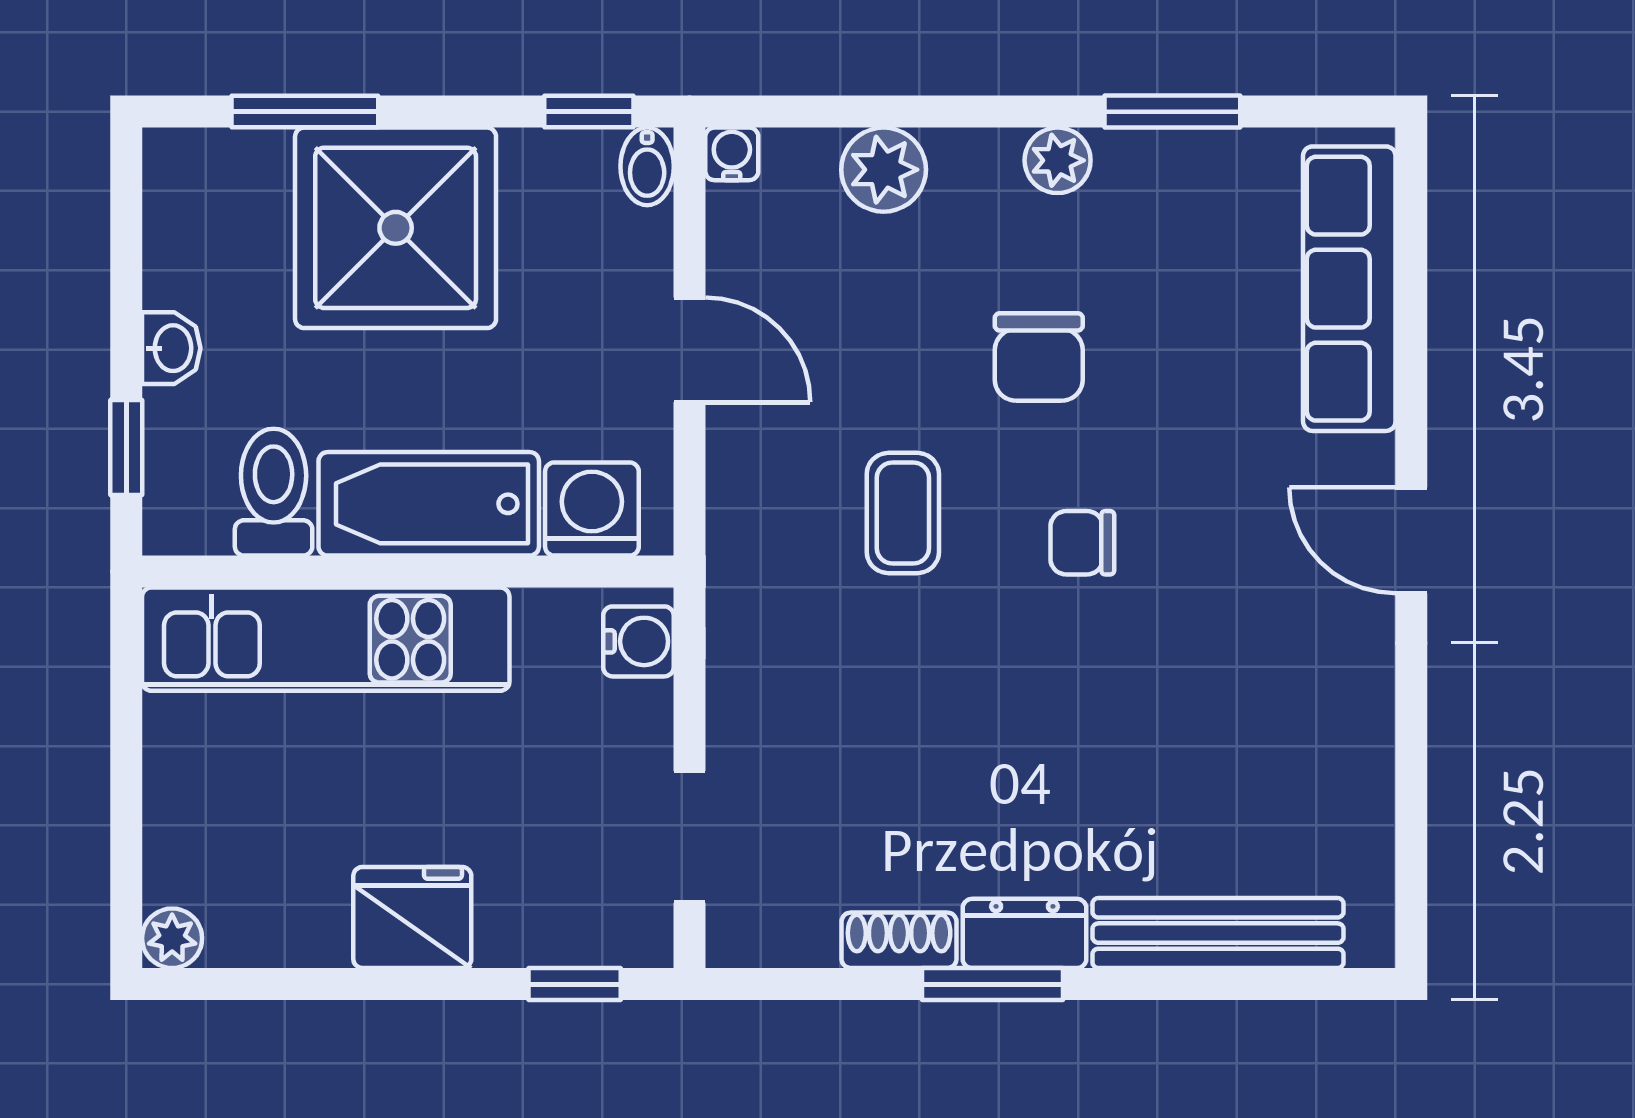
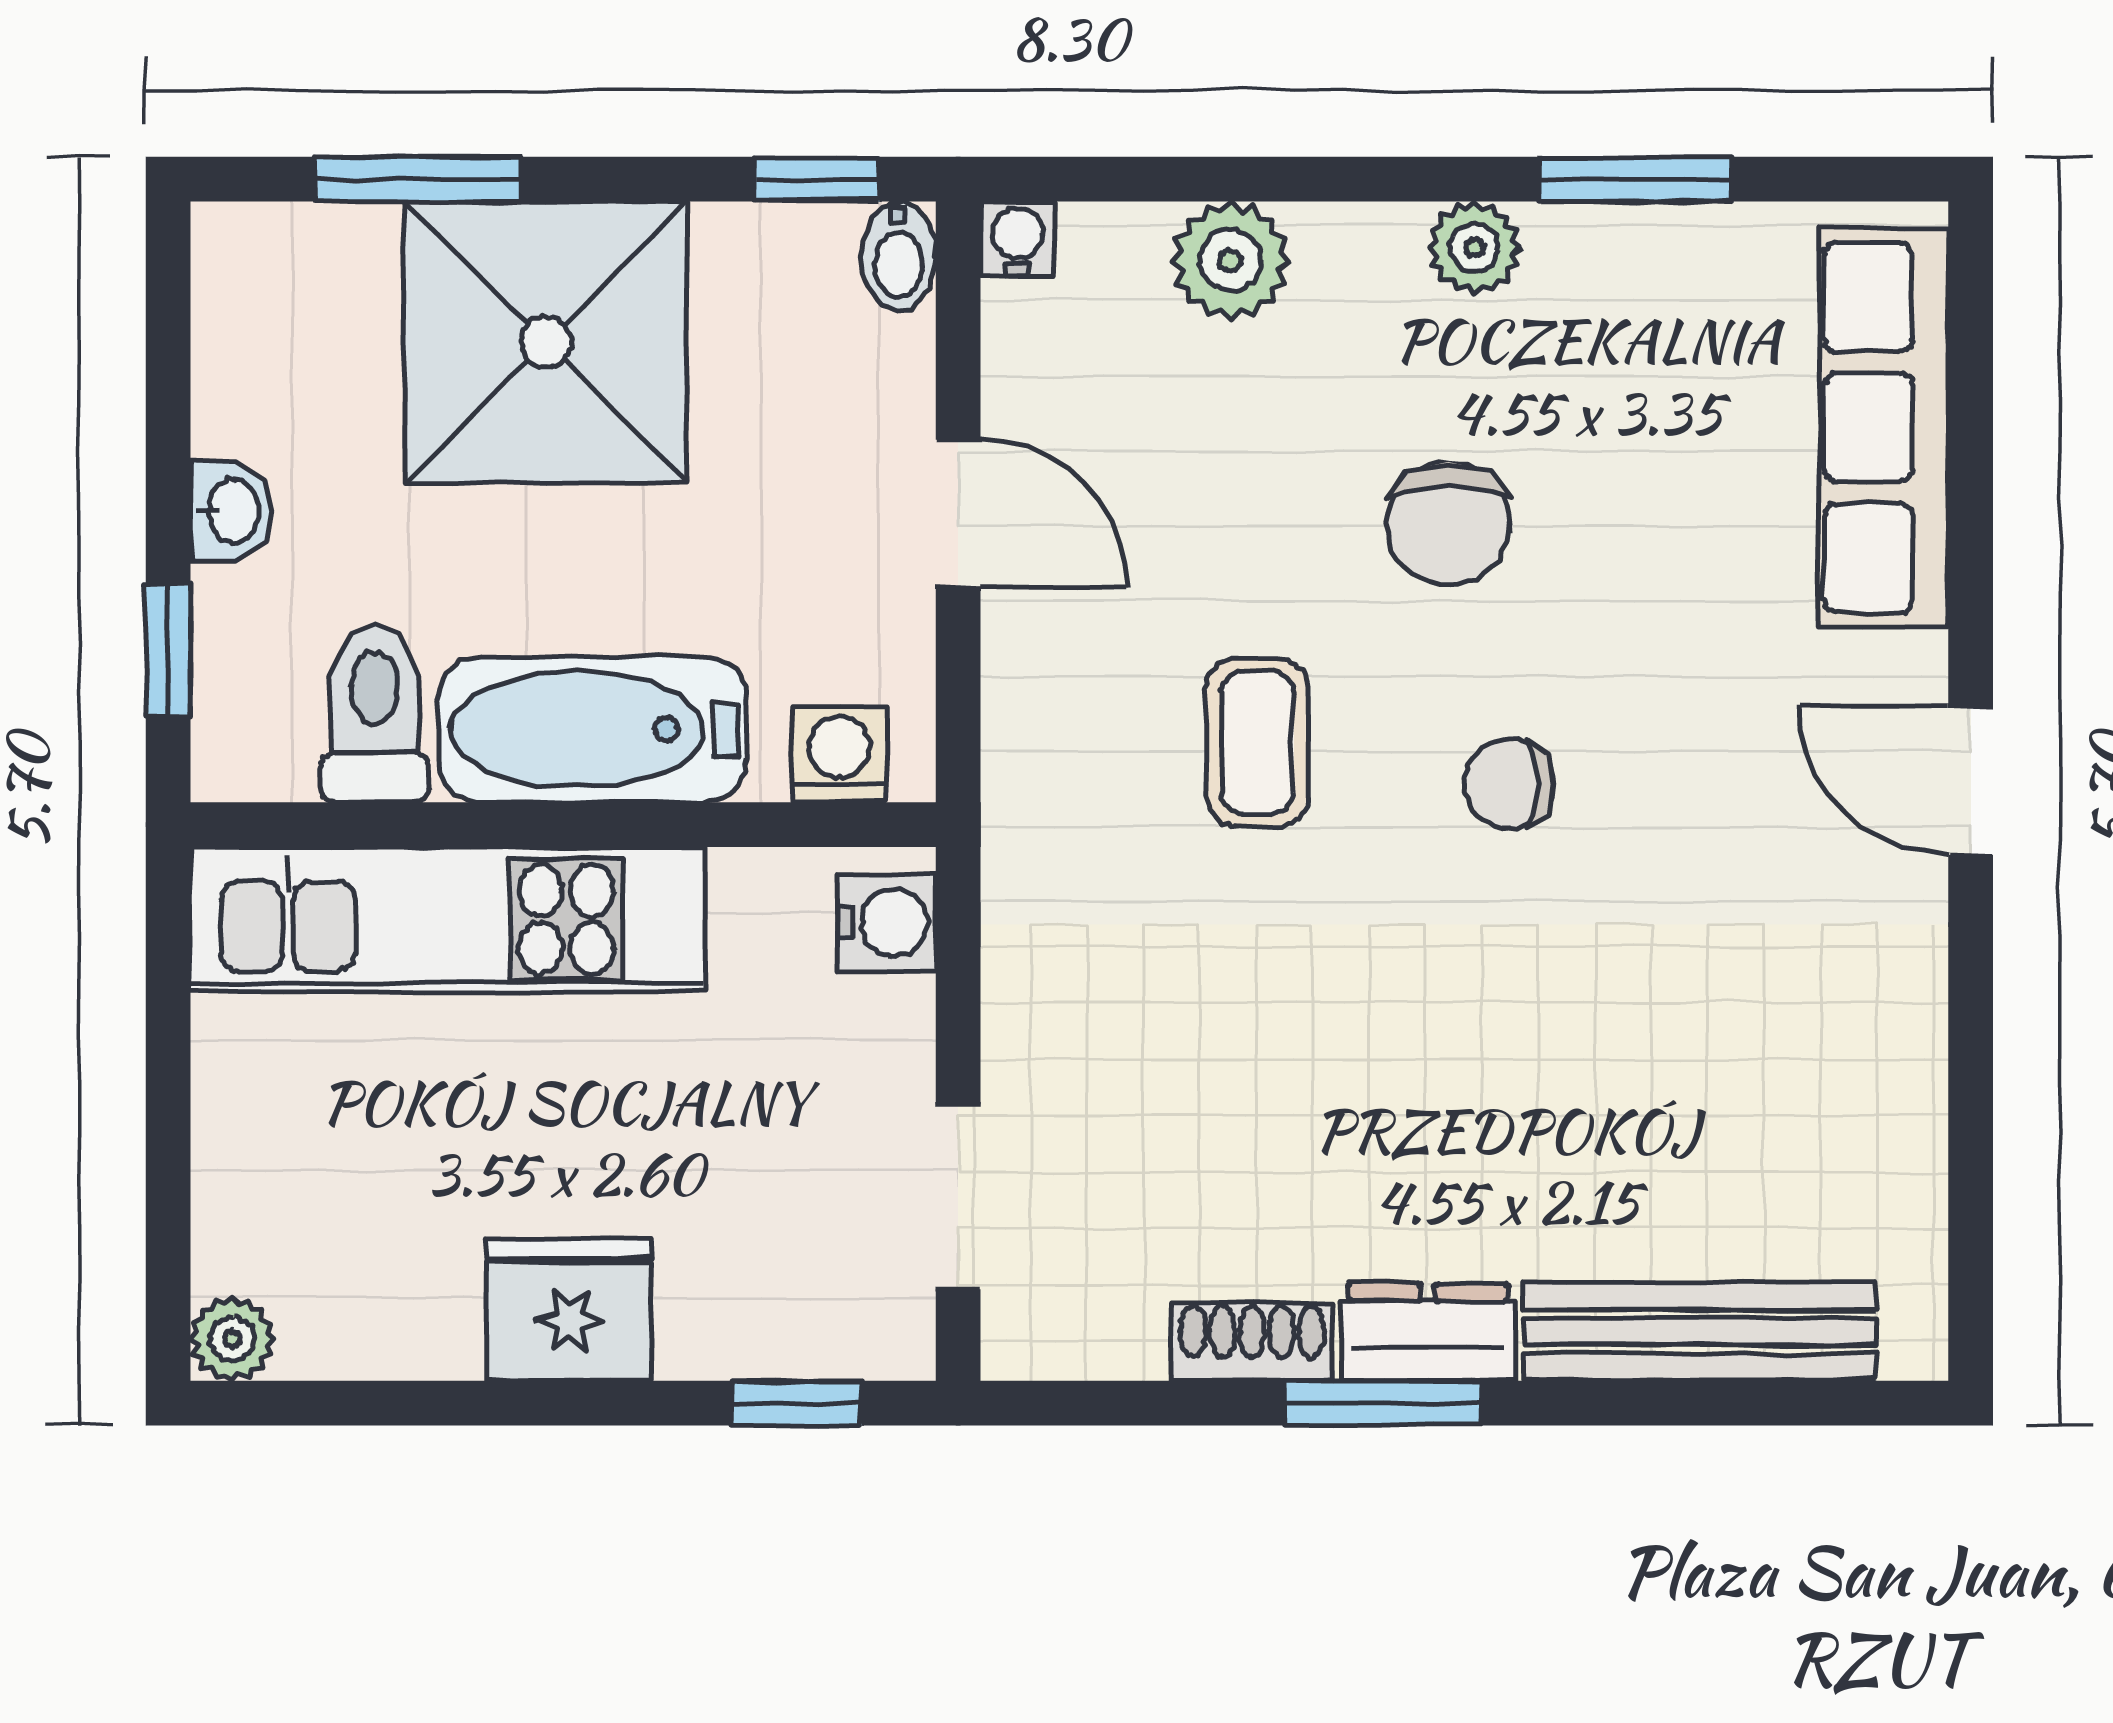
washing machine: (592, 509) -> (839, 755), width x0.73, depth x0.73

